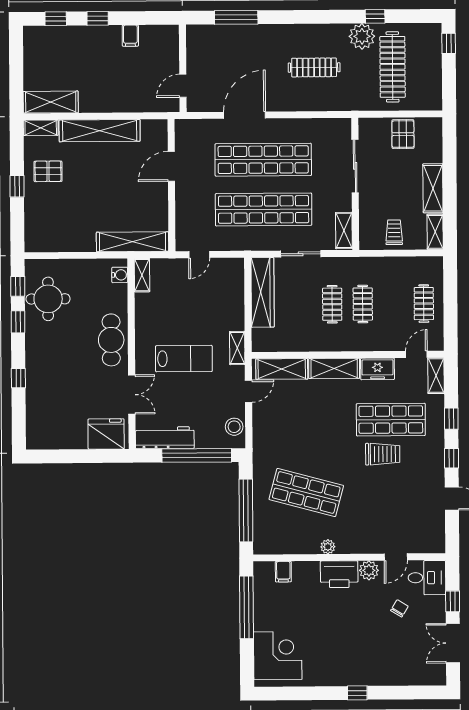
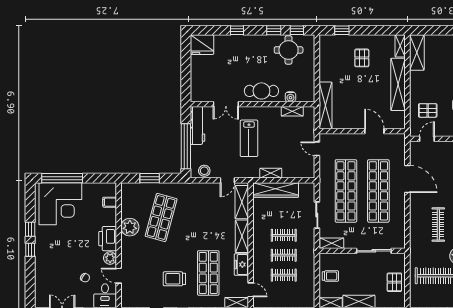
pallet: (139, 85) -> (428, 110), added
door: (183, 86) -> (427, 139), hinge flipped
pallet: (403, 134) -> (394, 282), turned 90
pallet: (48, 171) -> (362, 58), moved
window: (17, 186) -> (342, 30), moved
water cooler: (120, 275) -> (290, 97), moved
shelving: (142, 275) -> (292, 111), moved
wardrobe: (263, 292) -> (276, 190), moved
clothes rail: (424, 304) -> (284, 275), moved
shelving: (237, 348) -> (271, 173), moved
door: (249, 391) -> (227, 180), hinge flipped
fridge: (106, 434) -> (202, 45), moved, turned 90
trolley: (383, 454) -> (174, 279), moved, turned 90
window: (246, 511) -> (150, 178), width x0.47
plant: (328, 547) -> (130, 227), width x1.87, depth x1.87
window: (247, 607) -> (62, 178), moved
corner desk: (278, 656) -> (60, 204), width x1.36, depth x1.36
window: (326, 693) -> (30, 229), added

